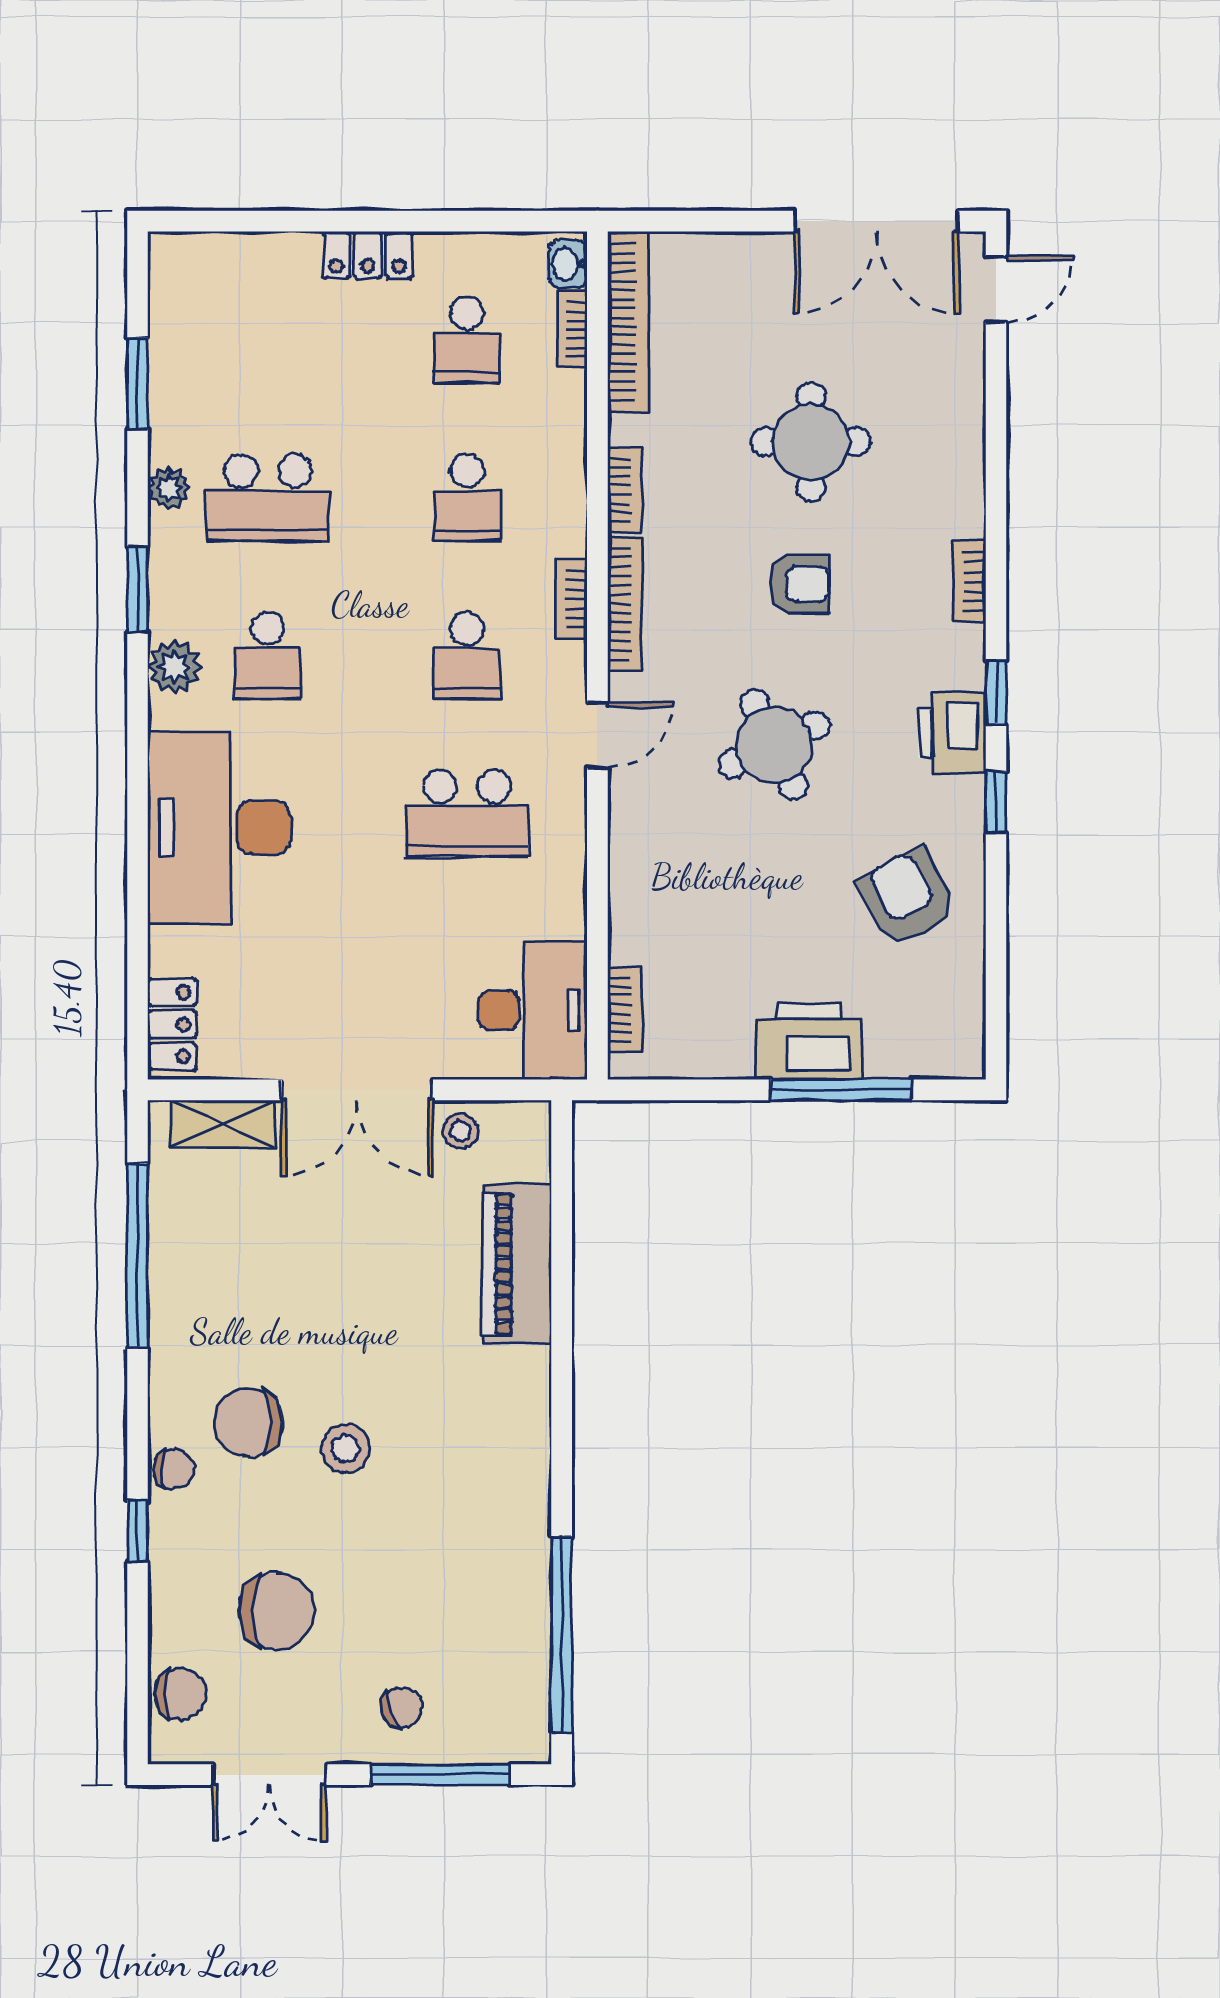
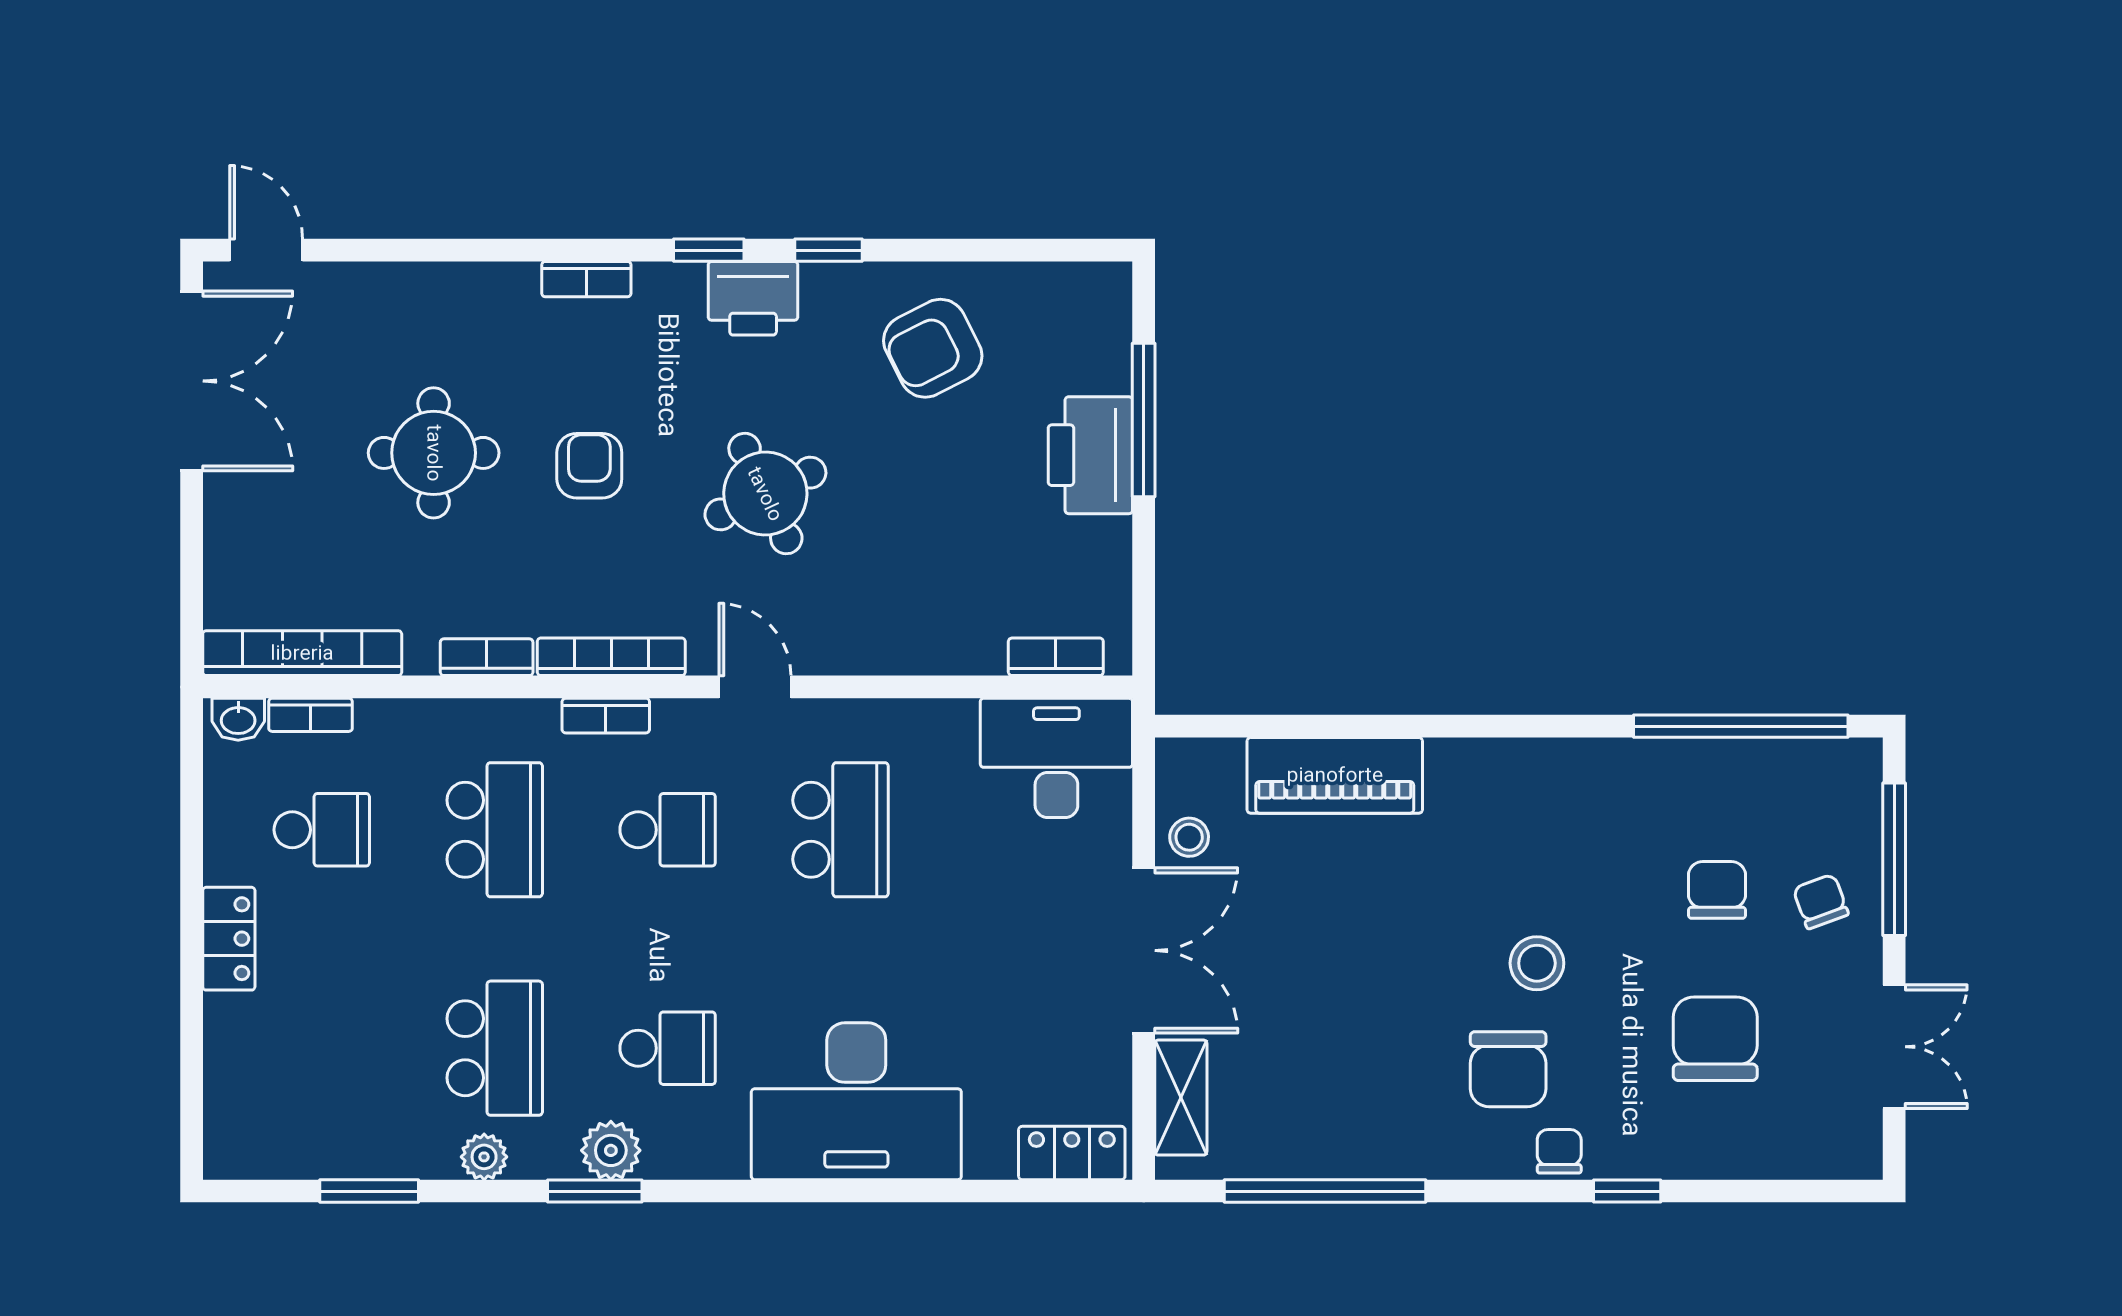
school desk: (467, 498) -> (495, 830), width x1.85
plant: (175, 667) -> (611, 1150), moved
chair: (180, 1694) -> (1717, 890), moved

